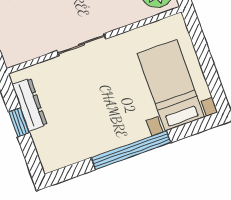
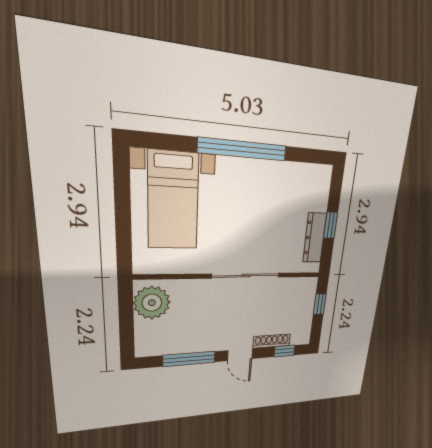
sliding door: (81, 45) -> (246, 276), width x1.37

